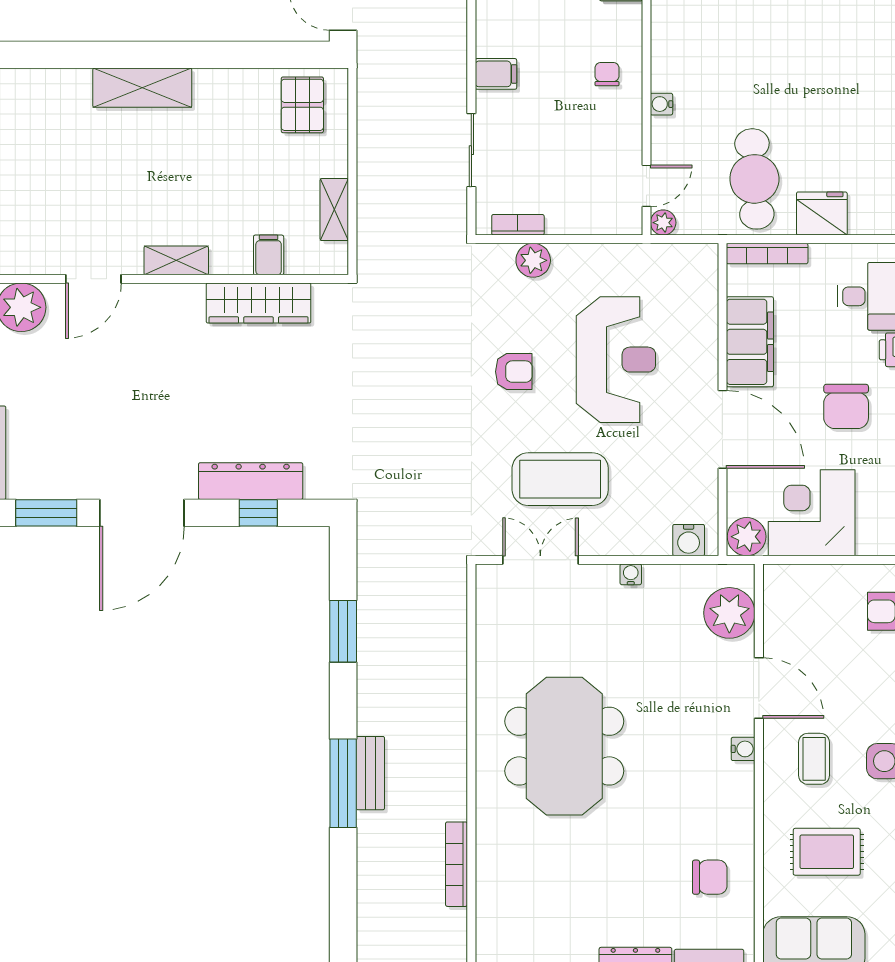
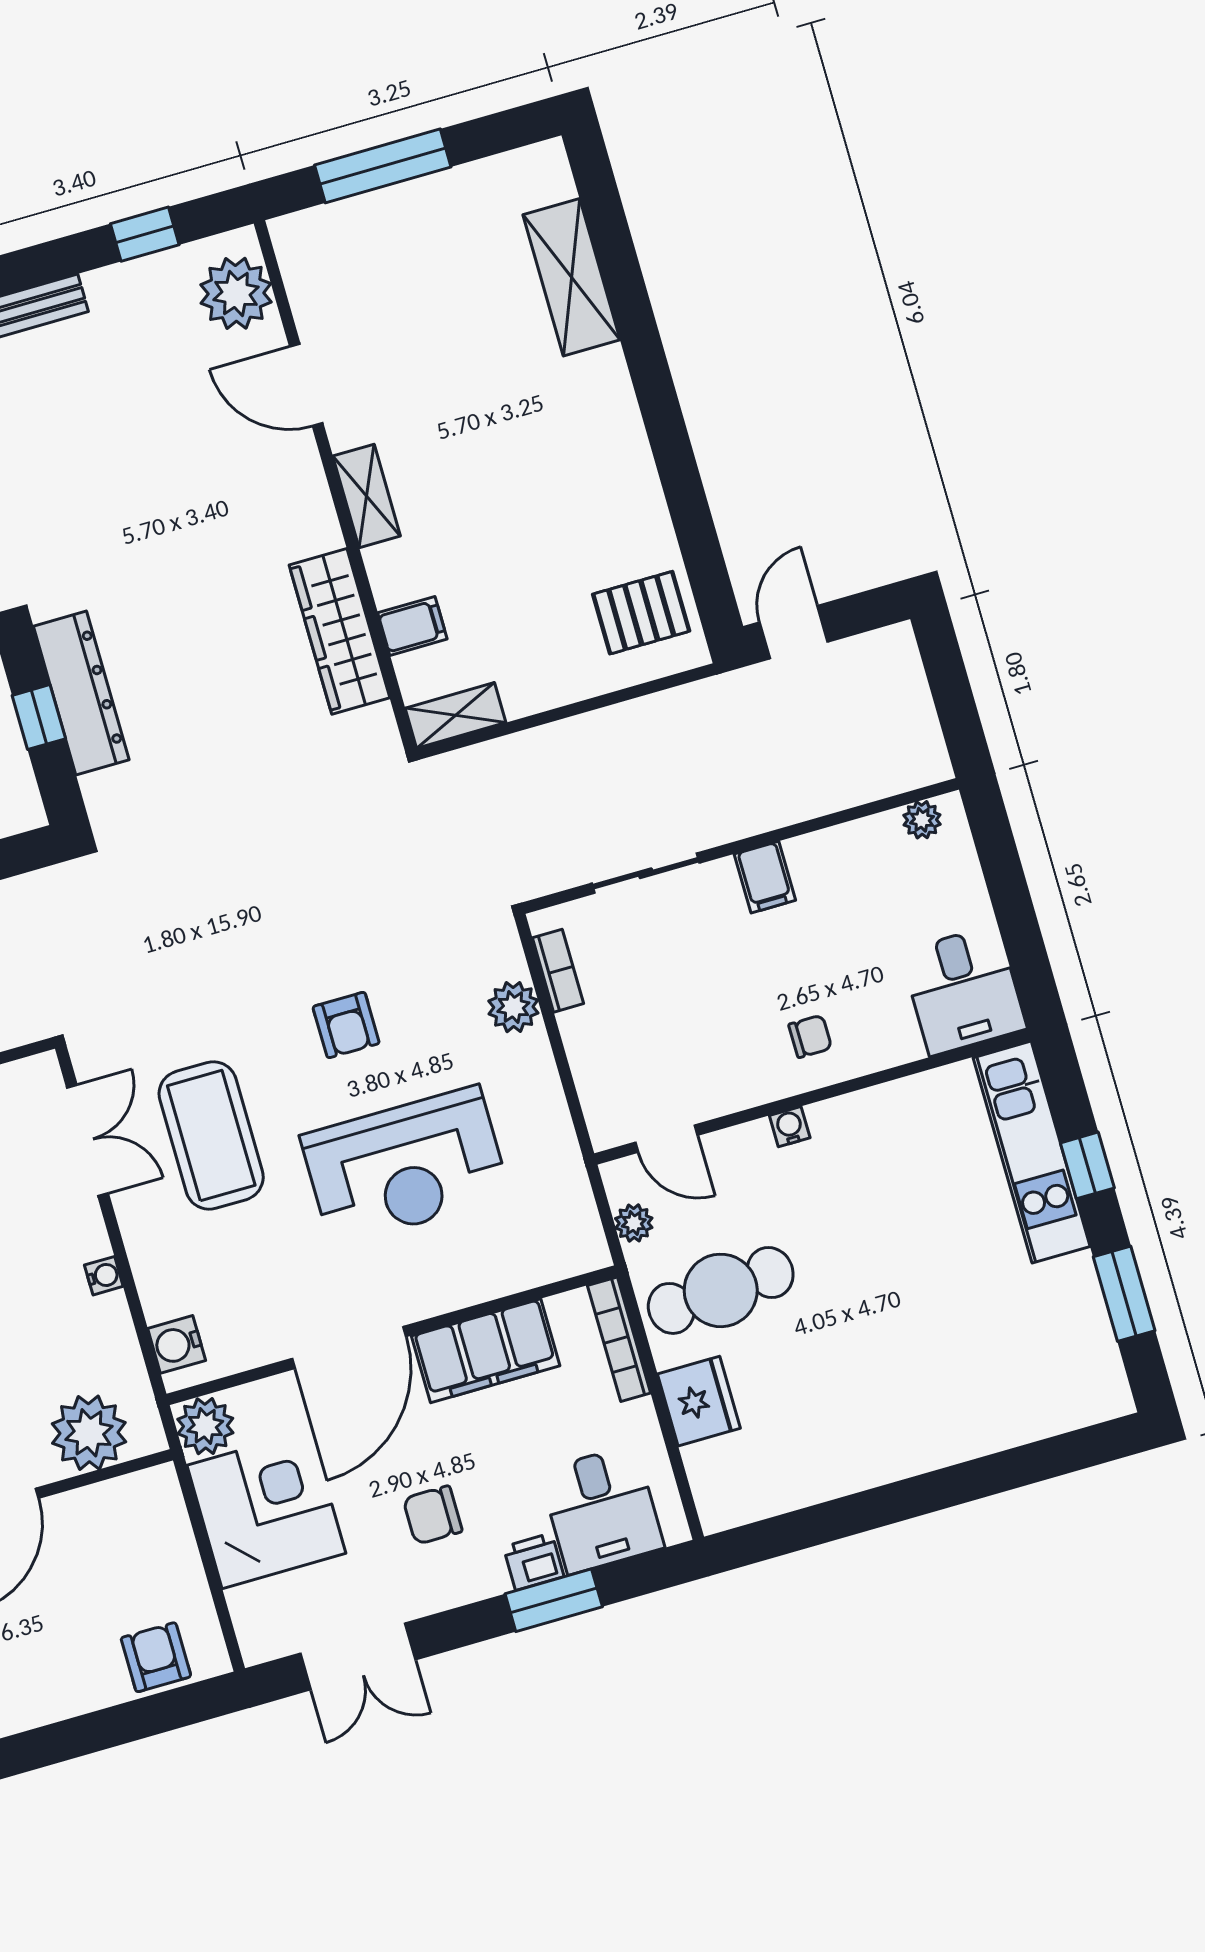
shelving: (142, 88) -> (571, 277), moved
shelving: (334, 210) -> (456, 715), moved
plant: (663, 223) -> (634, 1223), moved
chair: (846, 406) -> (433, 1515), width x0.73, depth x0.73

